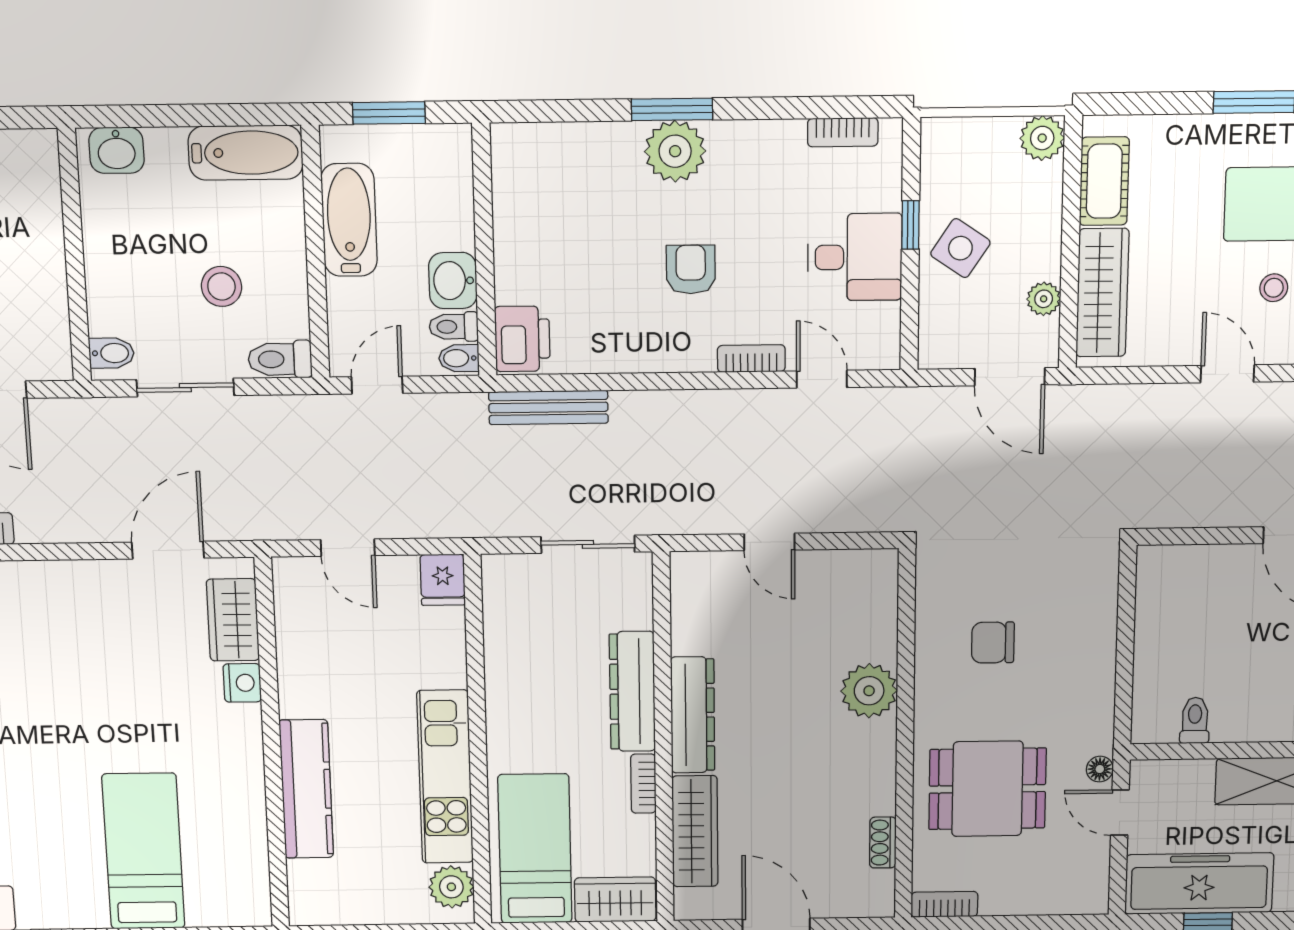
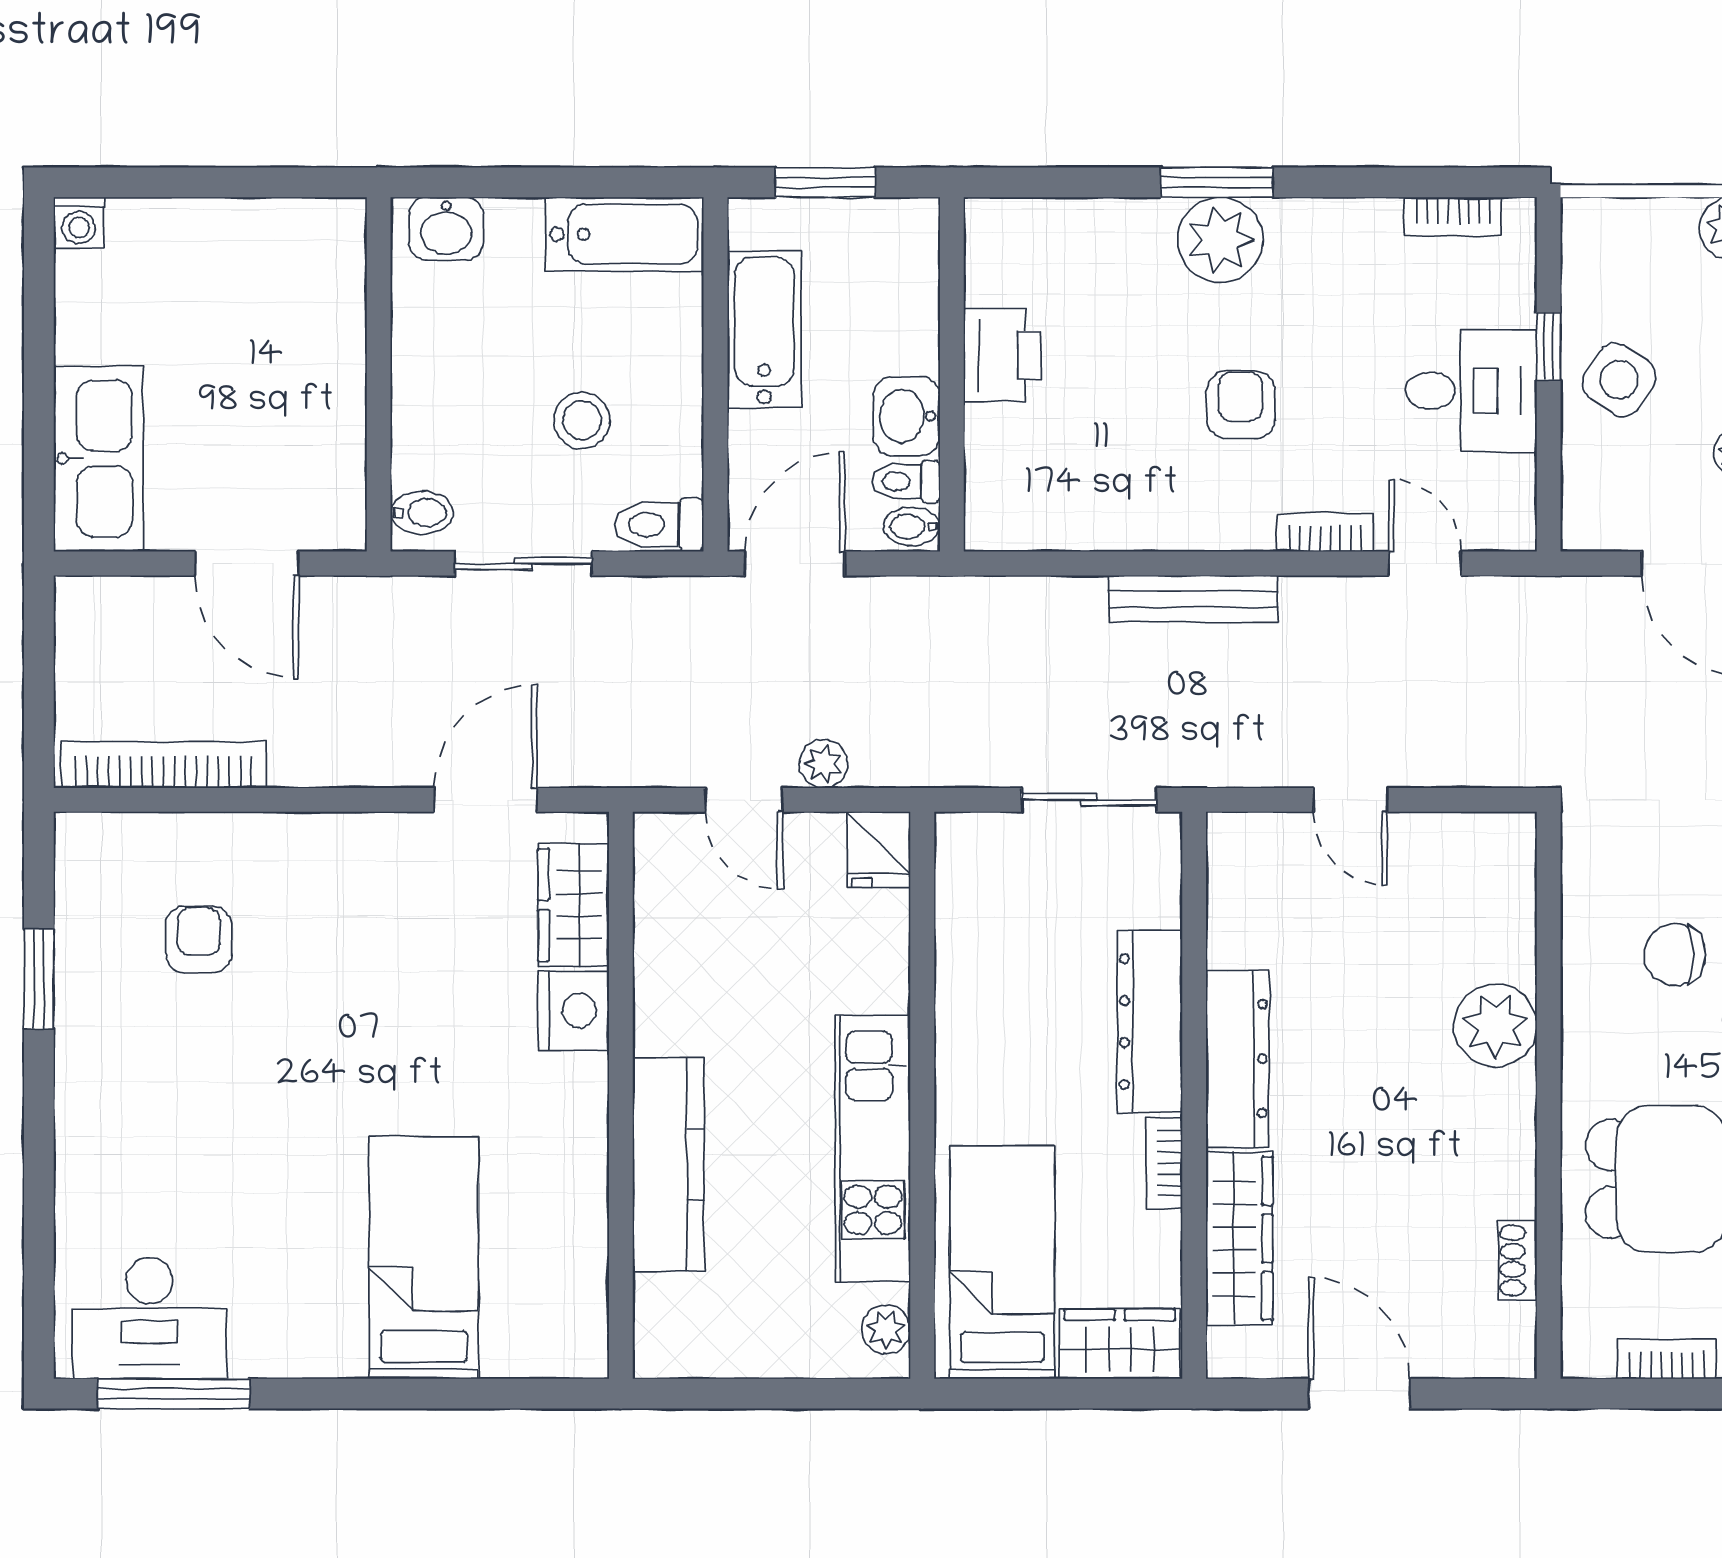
printer: (522, 339) -> (1002, 355), moved
door: (377, 385) -> (795, 563), width x1.38
bench: (548, 407) -> (1193, 599), moved
plant: (402, 522) -> (823, 764), added
nightstand: (242, 683) -> (574, 1011), width x1.36, depth x1.33
plant: (451, 887) -> (886, 1329), width x0.73, depth x0.73
bookcase: (944, 904) -> (1667, 1359), moved

